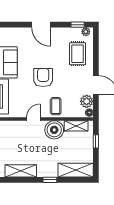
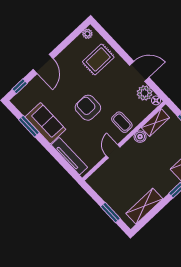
door: (41, 25) -> (43, 64), hinge flipped
window: (78, 25) -> (20, 86), moved
rug: (78, 54) -> (98, 59), turned 90
boiler: (54, 130) -> (140, 137), width x0.54, depth x0.54

